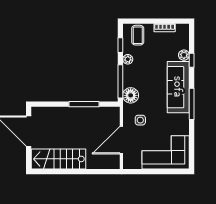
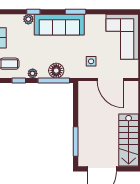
floor lamp: (131, 95) -> (56, 71), moved
window: (84, 104) -> (76, 141), moved
window: (192, 104) -> (76, 12), width x0.69

